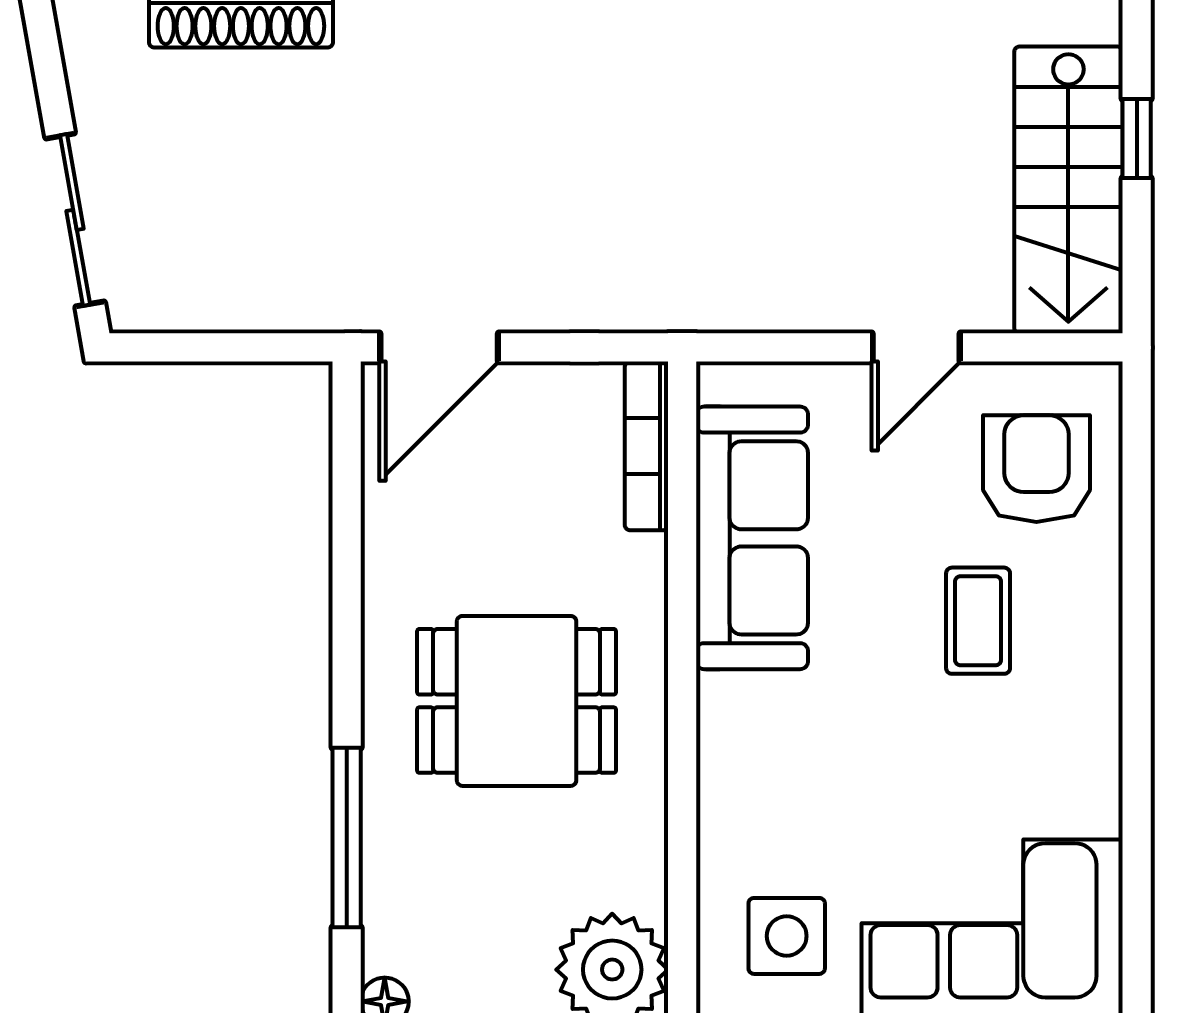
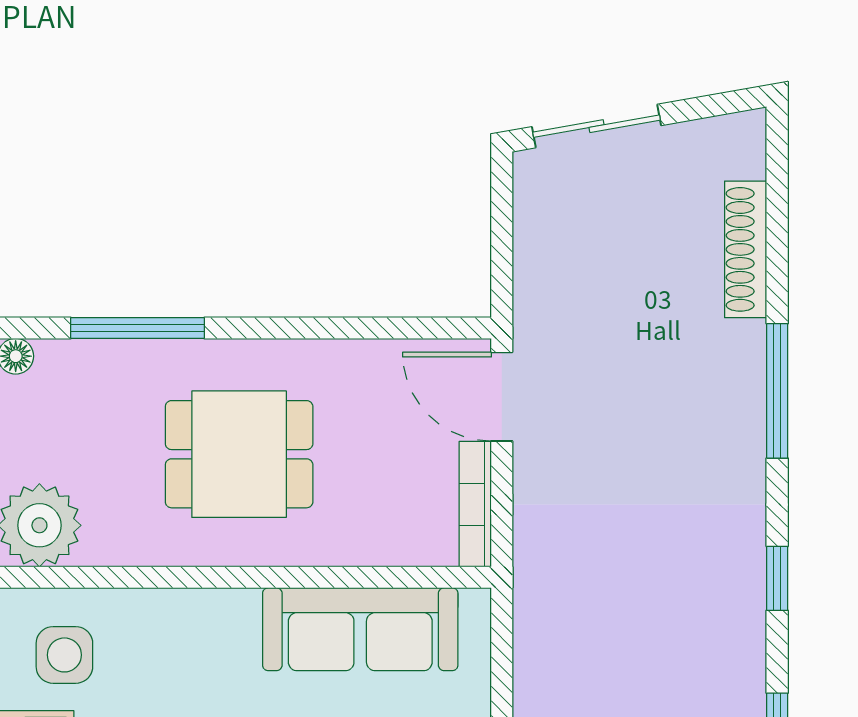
bookcase: (647, 446) -> (475, 504), moved, turned -90
dining table: (517, 701) -> (239, 454), turned 90

